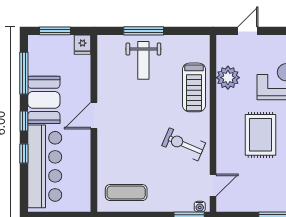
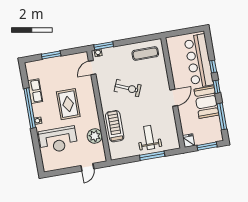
exercise bike: (184, 144) -> (128, 88), moved

